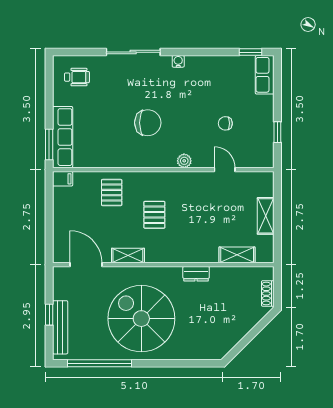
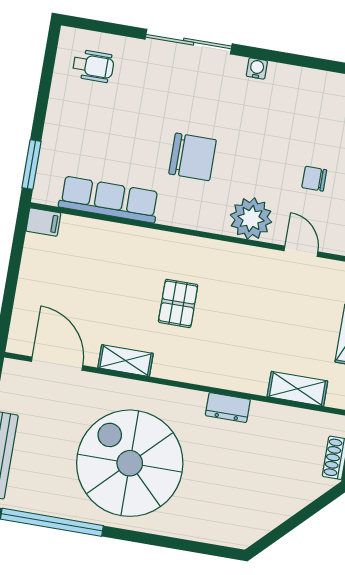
row of seats: (63, 137) -> (109, 200), moved, turned -90
plant: (184, 161) -> (251, 218), width x1.88, depth x1.88
pallet: (112, 193) -> (117, 257), removed

